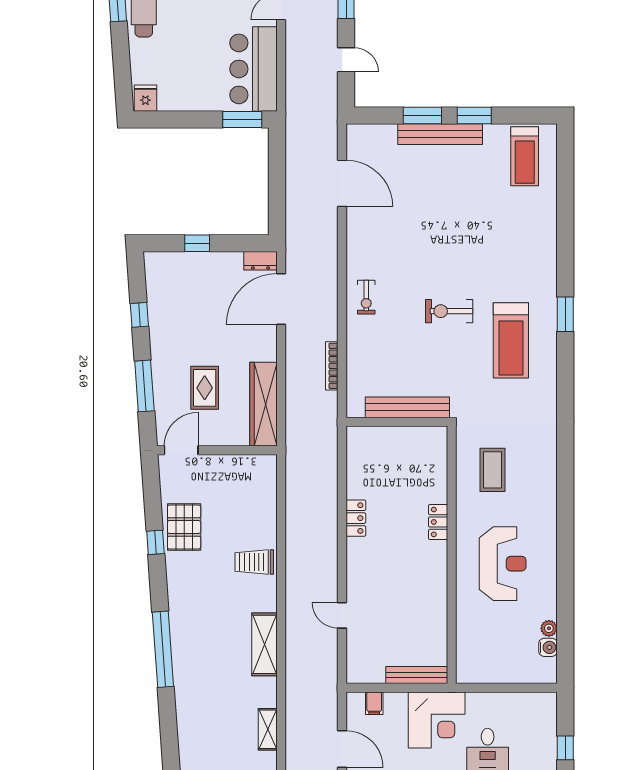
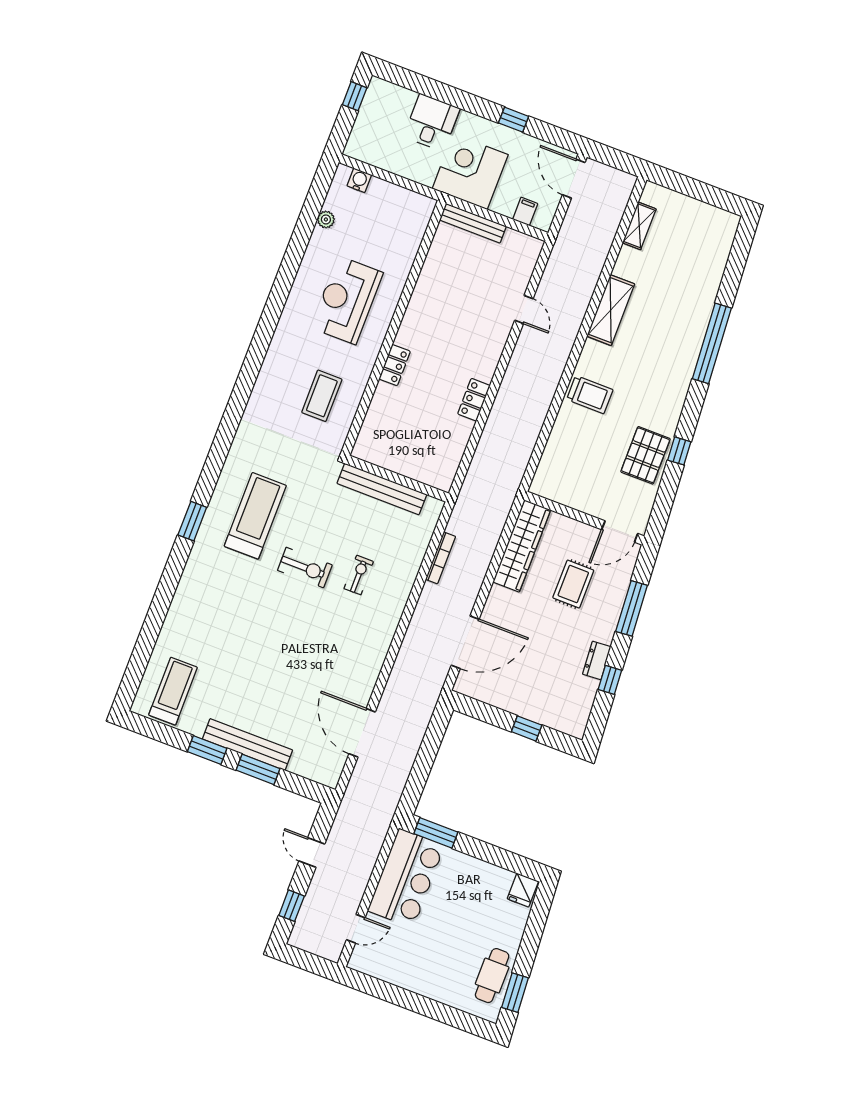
dresser: (261, 261) -> (597, 660), moved, turned -94
exercise bike: (366, 297) -> (359, 575), moved
water cooler: (548, 647) -> (359, 180), moved, turned 90

